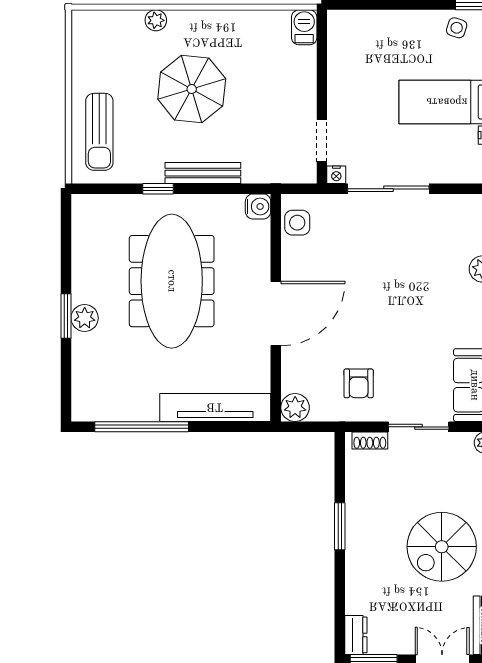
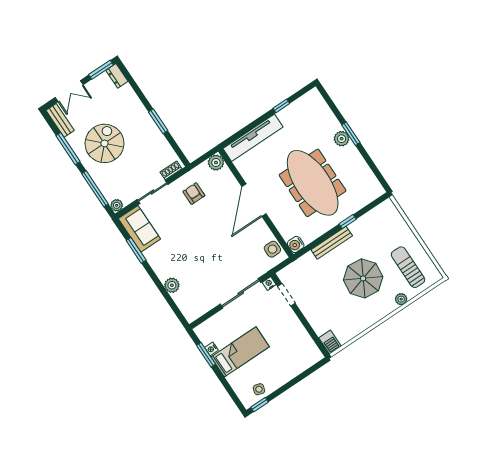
sun lounger: (99, 132) -> (408, 267), moved
window: (142, 427) -> (281, 106), width x0.32

